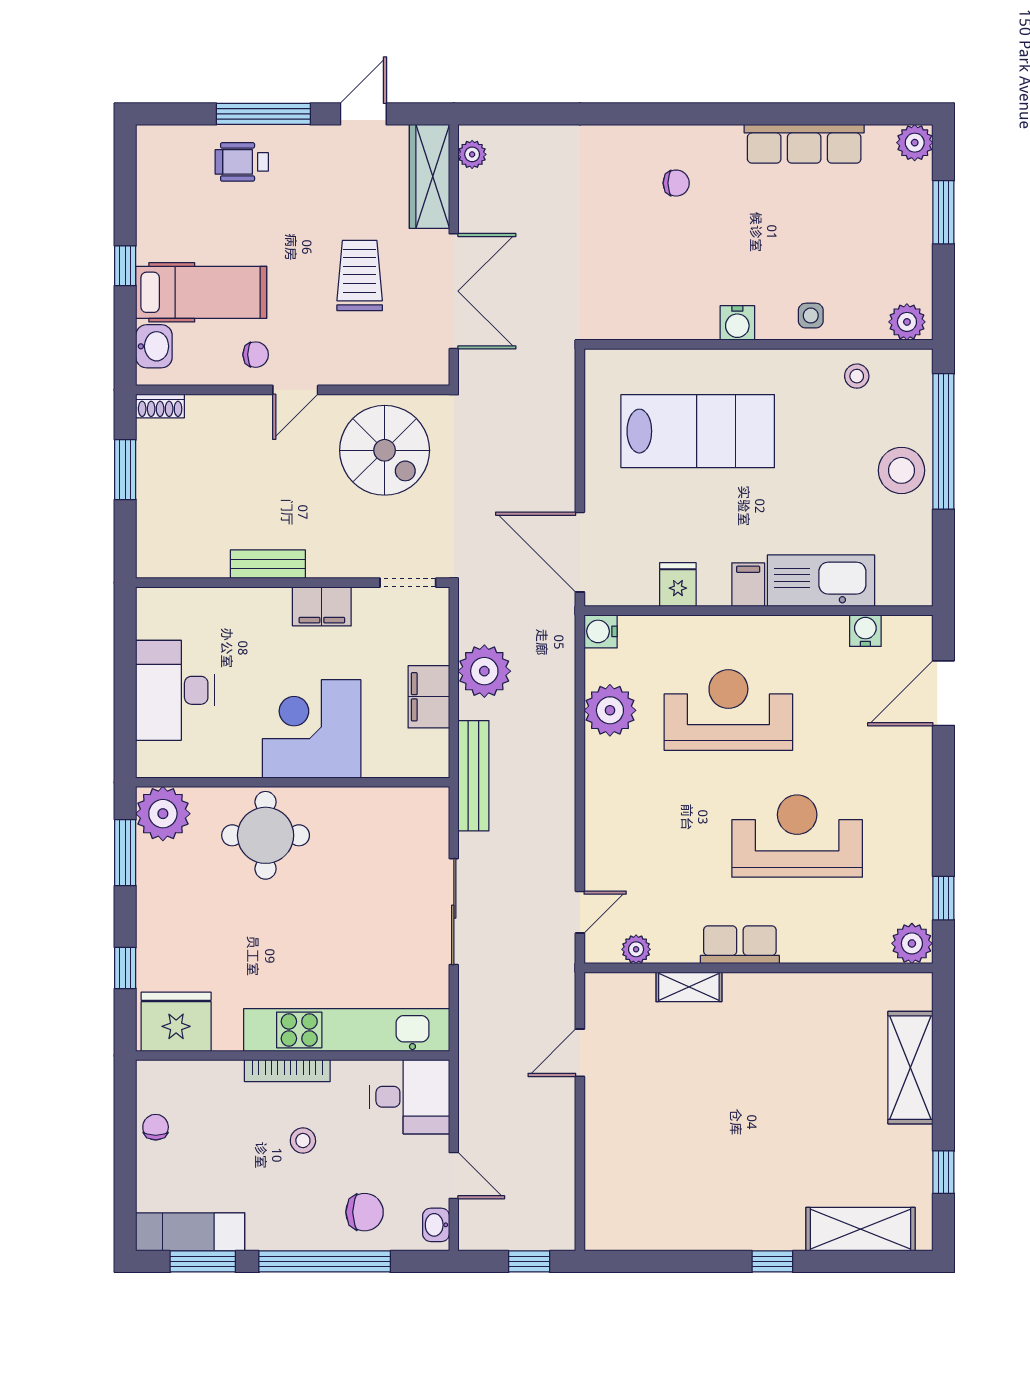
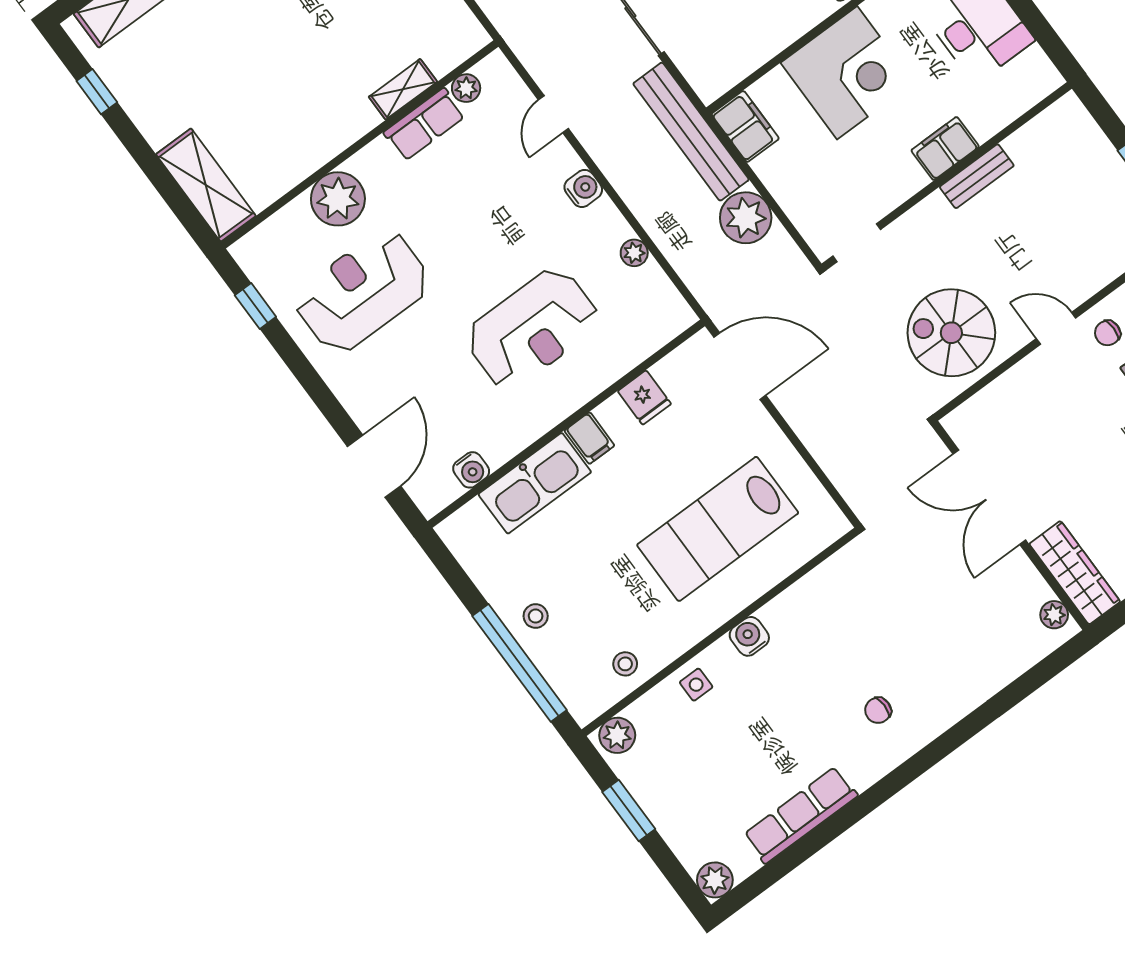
window: (943, 212) -> (629, 811), moved
trolley: (360, 276) -> (1072, 455), removed
door: (295, 390) -> (1056, 328), hinge flipped
stool: (901, 470) -> (536, 616), width x0.53, depth x0.53
filing cabinet: (322, 606) -> (945, 149), moved
water cooler: (601, 631) -> (583, 188), moved
filing cabinet: (429, 697) -> (745, 126), moved
plant: (610, 710) -> (634, 253), width x0.53, depth x0.53
bench: (473, 776) -> (691, 132), width x1.37, depth x1.21
reception desk: (797, 836) -> (362, 291), moved, turned 180
door: (580, 912) -> (553, 114), moved
plant: (912, 943) -> (338, 199), moved, width x1.36, depth x1.36
row of seats: (740, 945) -> (424, 124), moved
shelving: (910, 1068) -> (206, 185), moved

